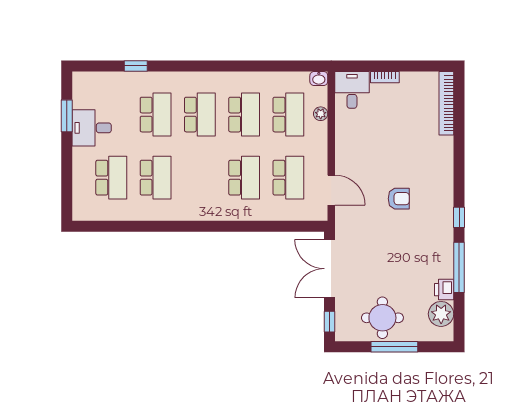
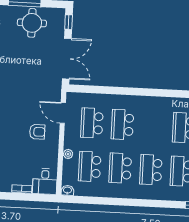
plant: (321, 114) -> (68, 154), moved
armchair: (399, 199) -> (37, 132), moved, turned 180

